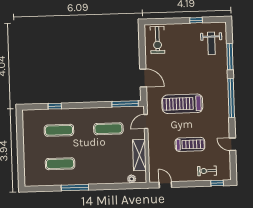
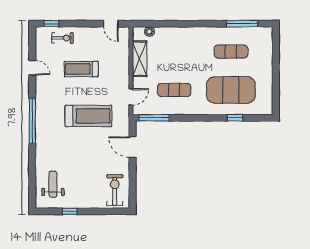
window: (230, 57) -> (32, 168), removed
exercise mat: (59, 130) -> (231, 90), width x2.00, depth x1.45
window: (75, 188) -> (242, 24), moved

